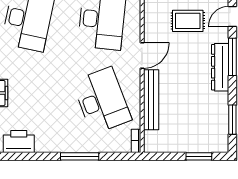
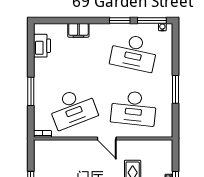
bench: (151, 100) -> (73, 145), removed

